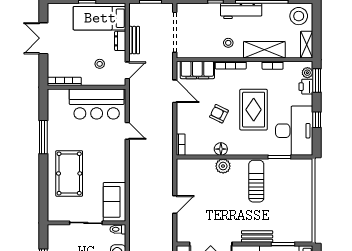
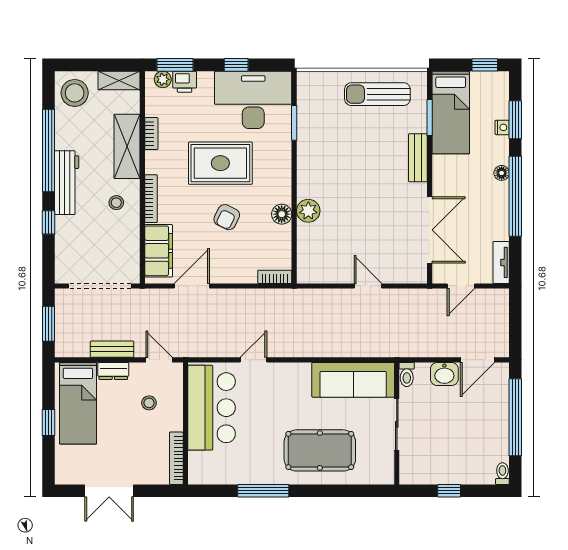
sun lounger: (256, 181) -> (377, 94), moved
sofa: (115, 202) -> (353, 380), width x1.36

